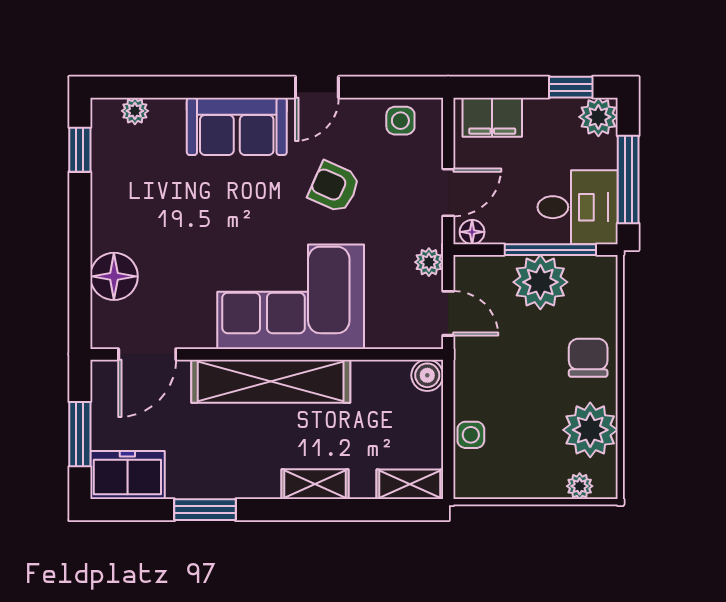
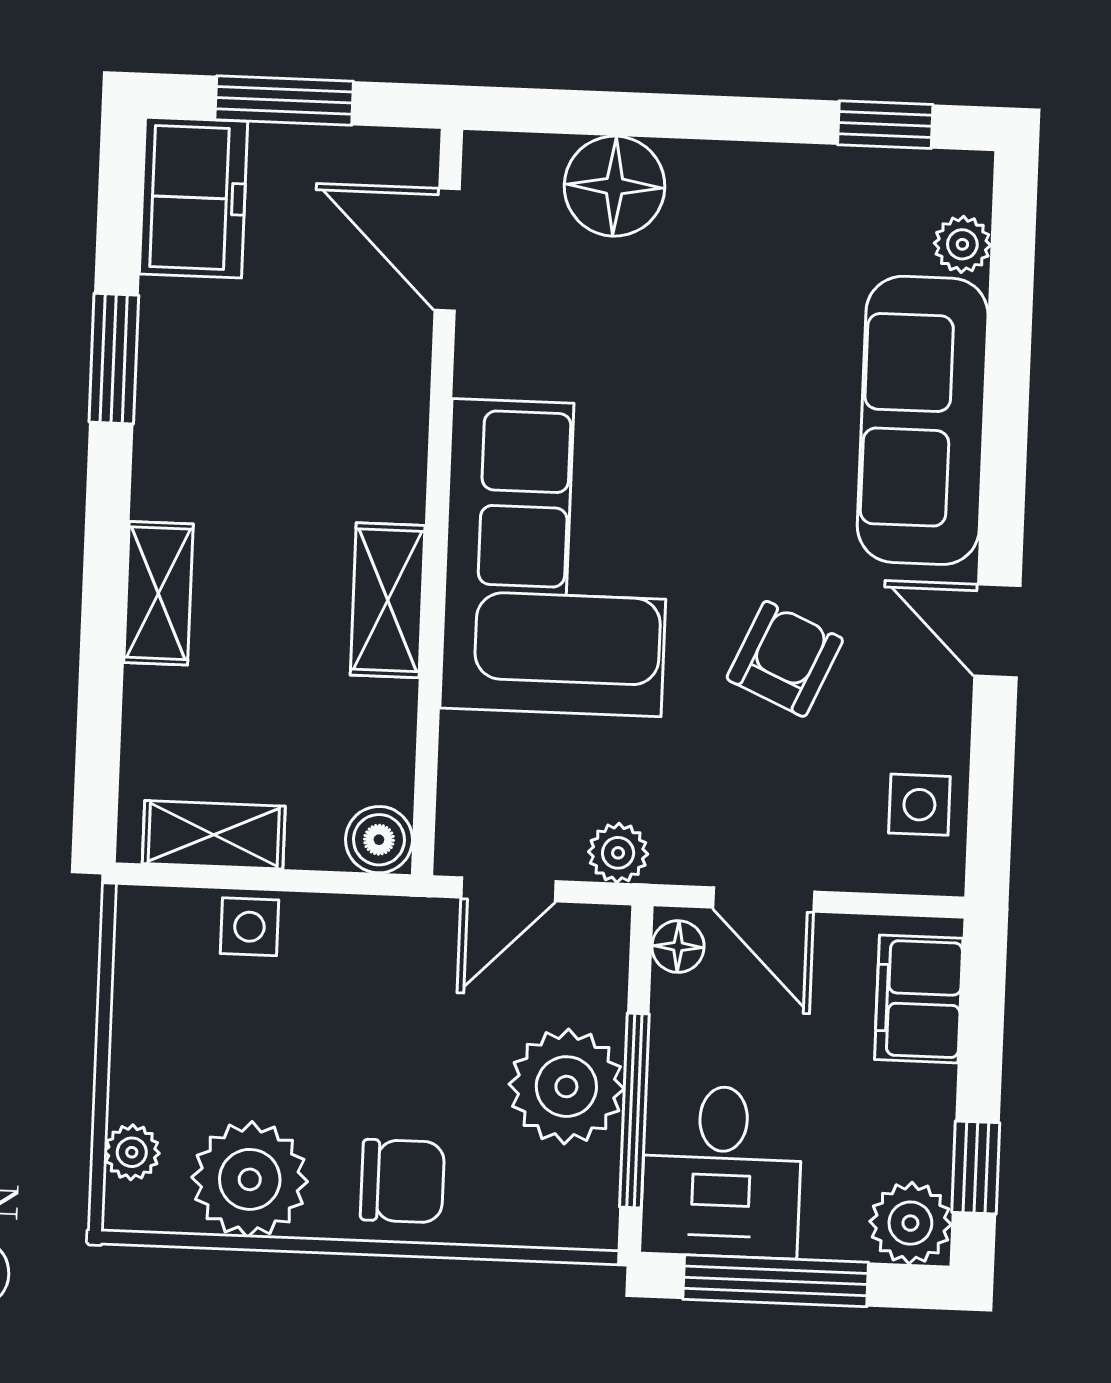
sofa: (237, 126) -> (923, 420), width x1.36
shelving: (271, 381) -> (388, 600), width x0.45, depth x0.75
shelving: (410, 484) -> (214, 835), moved, turned 90

